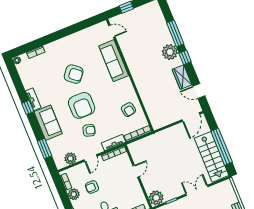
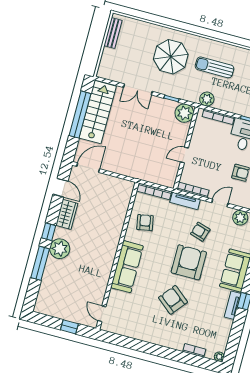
sofa: (114, 61) -> (127, 267), moved

